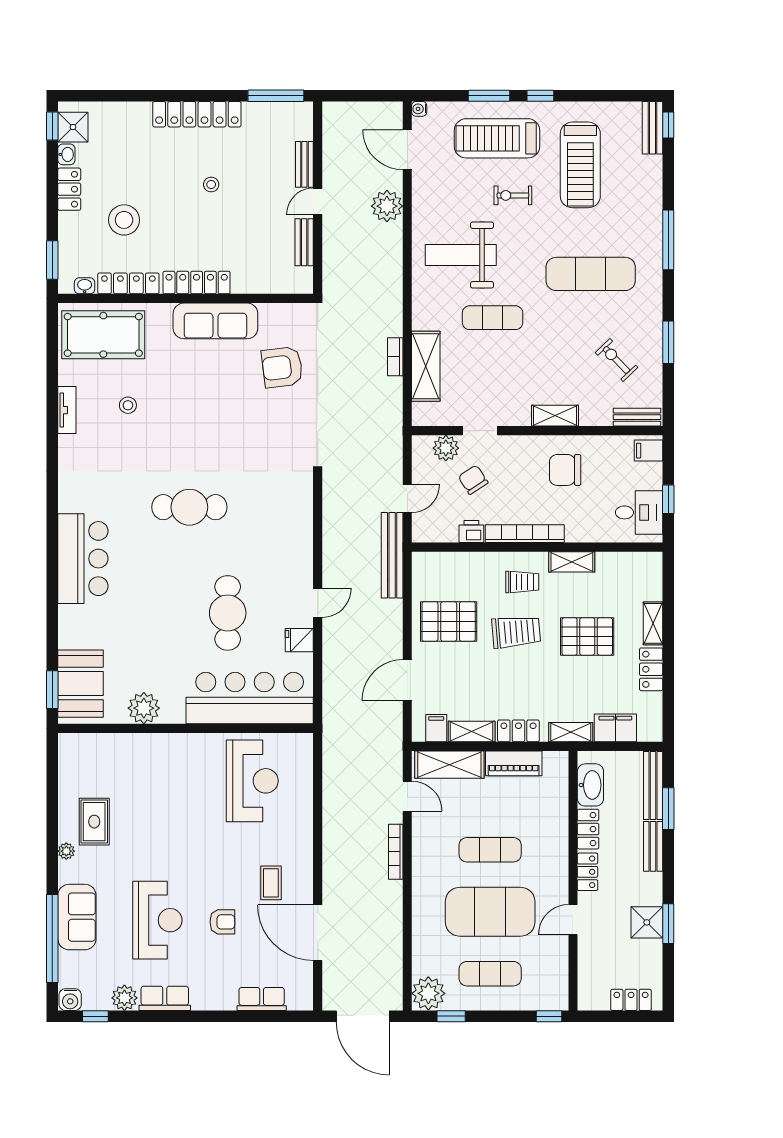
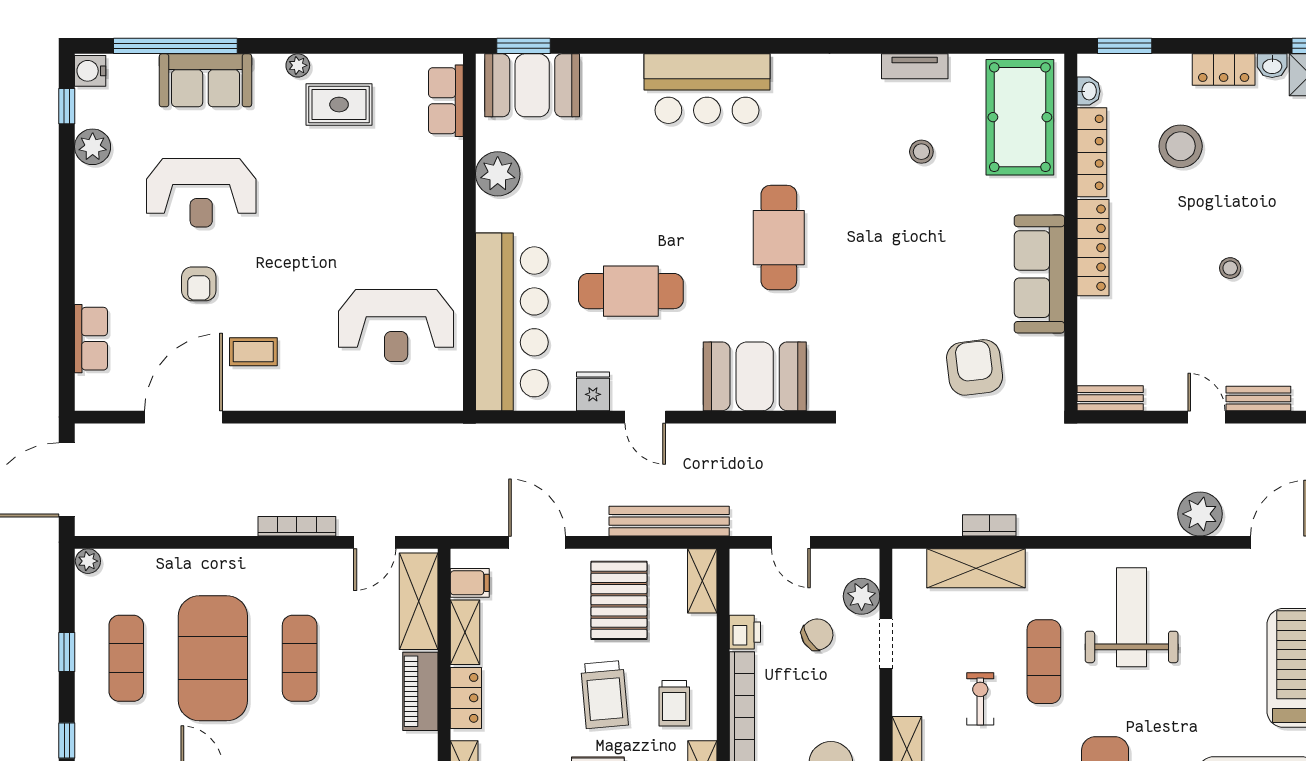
exercise bike: (513, 195) -> (980, 699), moved
bench: (304, 242) -> (1110, 398), moved
booth: (289, 524) -> (755, 376), added
bench: (392, 555) -> (669, 521), moved
shelving: (435, 562) -> (702, 581), added
plant: (428, 993) -> (88, 561), width x0.53, depth x0.53
row of seats: (165, 998) -> (446, 101), moved, turned 180
window: (451, 1016) -> (67, 652), moved

